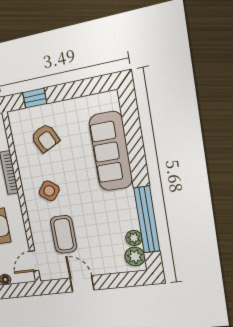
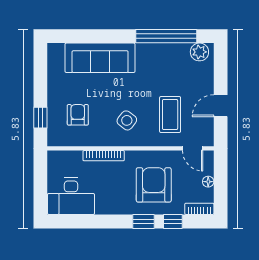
armchair: (45, 138) -> (78, 115), turned -64
coffee table: (64, 234) -> (170, 115), turned 90
plant: (134, 238) -> (182, 50), removed

